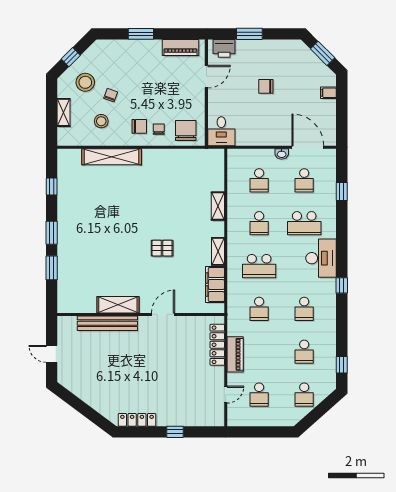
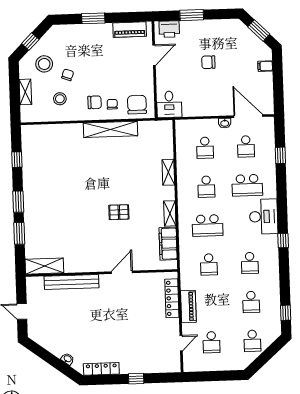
shelving: (112, 157) -> (110, 129), moved
shelving: (118, 305) -> (44, 266), moved
washbasin: (100, 408) -> (68, 359), added

